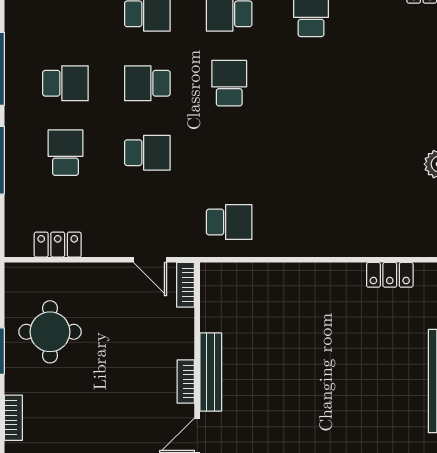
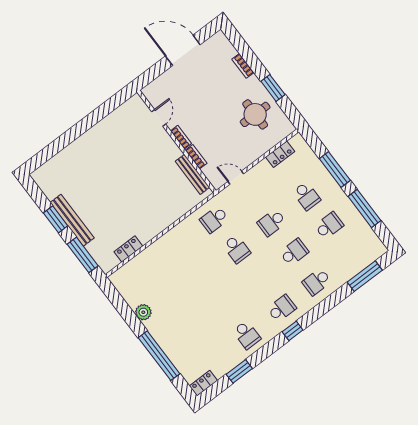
school desk: (65, 83) -> (329, 226), turned 180
school desk: (229, 83) -> (237, 249), moved
bookcase: (185, 285) -> (196, 157), moved
bench: (211, 372) -> (192, 174), moved

